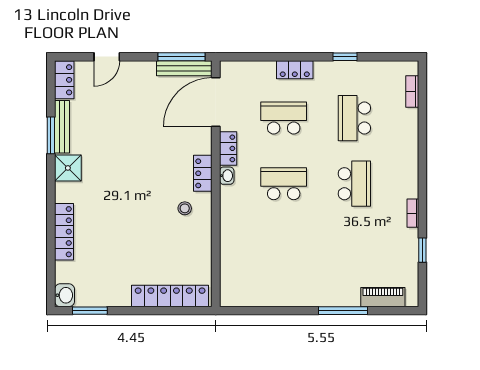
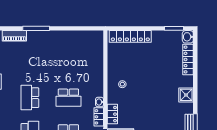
shower: (68, 168) -> (186, 95), moved
locker: (203, 173) -> (112, 114), moved
locker: (64, 232) -> (188, 59), moved

